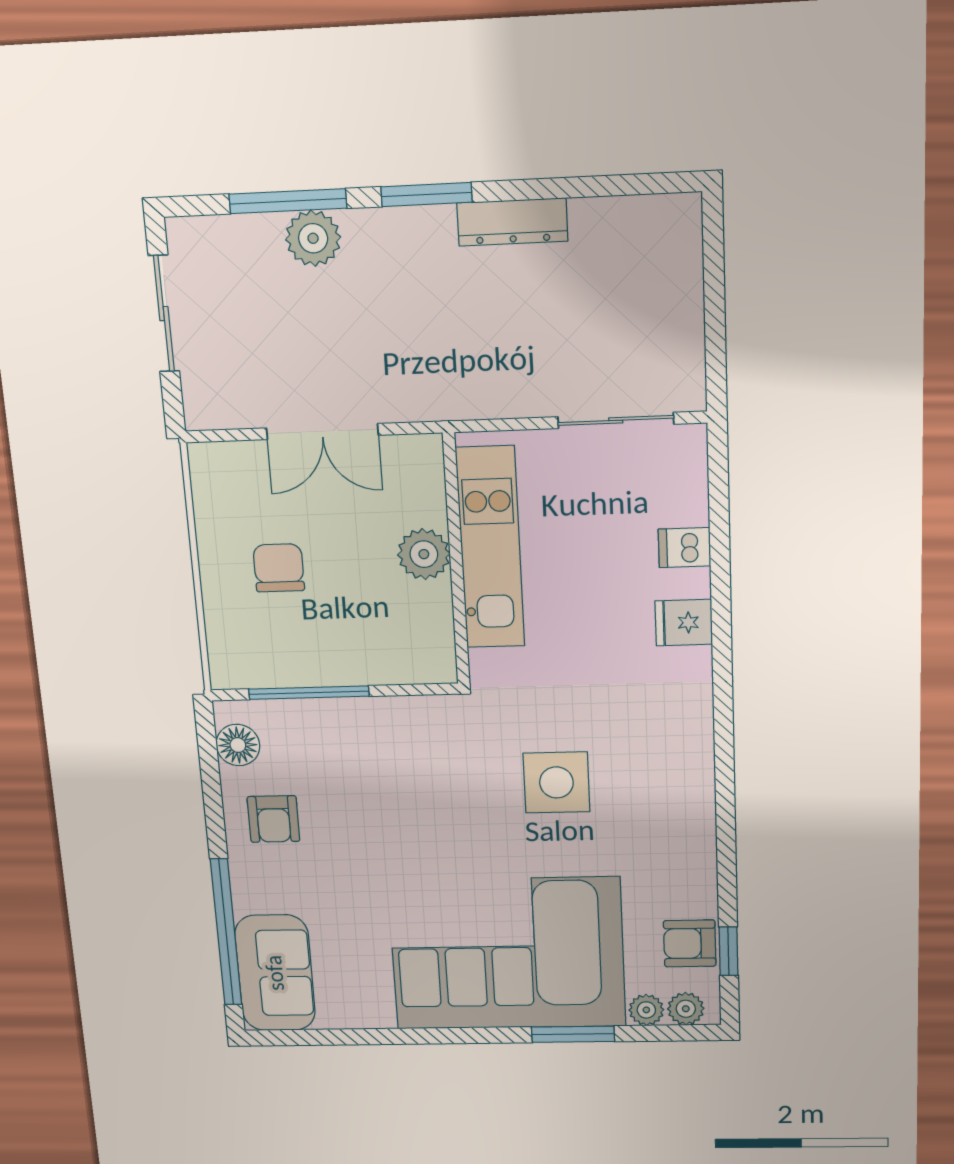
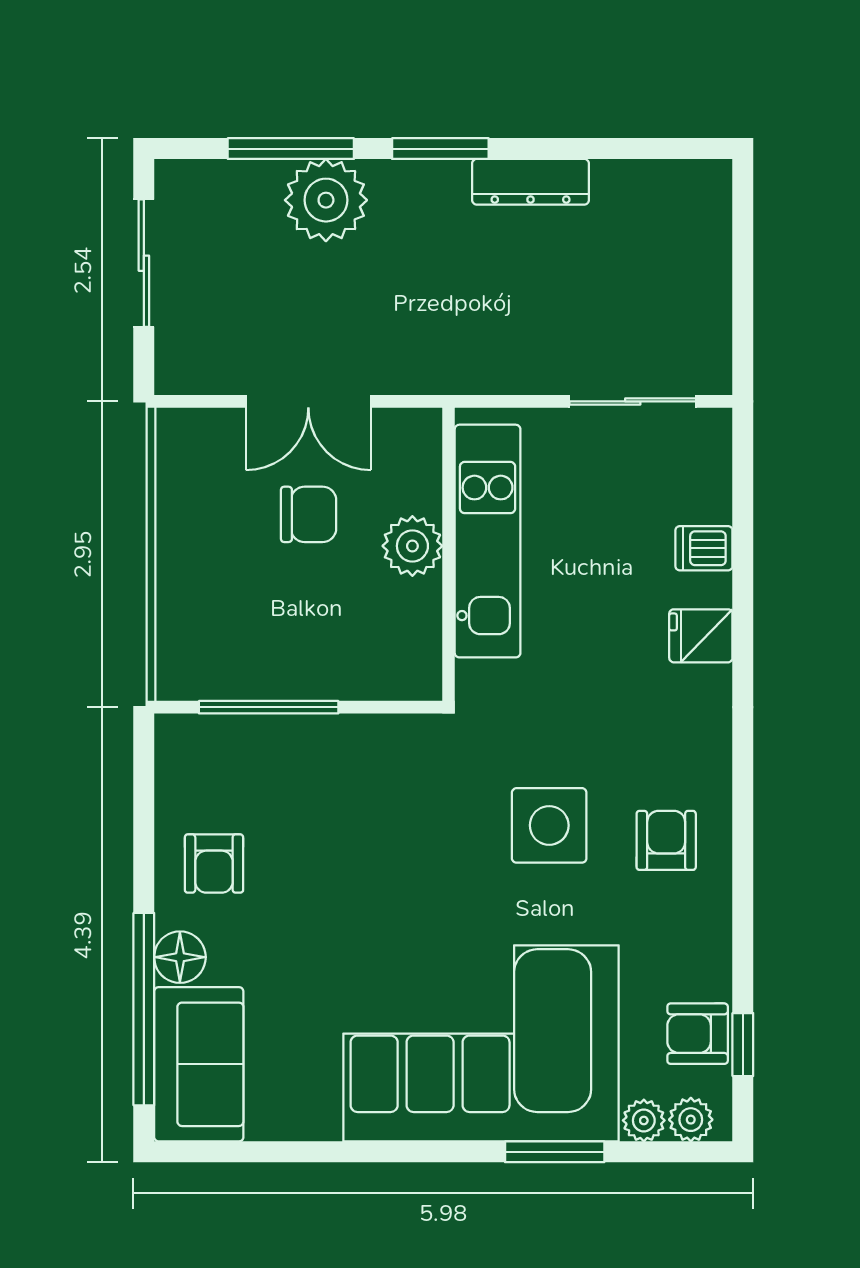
plant: (313, 238) -> (326, 200), width x1.36, depth x1.36
chair: (279, 568) -> (309, 514), moved, turned 90
floor lamp: (238, 745) -> (180, 957), moved
armchair: (658, 792) -> (666, 840), added

